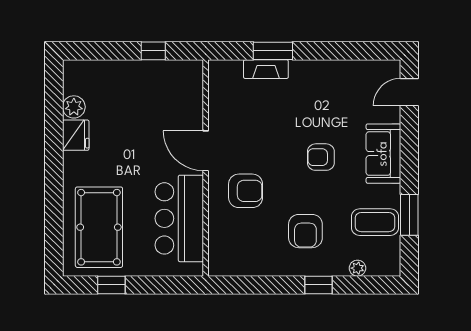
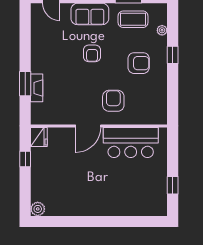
plant: (74, 107) -> (38, 209), moved
fridge: (76, 135) -> (39, 137), moved, turned 90
coffee table: (375, 222) -> (133, 19), turned 90
pool table: (99, 227) -> (136, 193), removed

